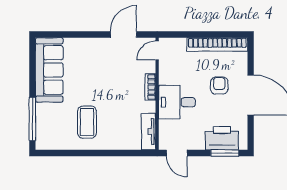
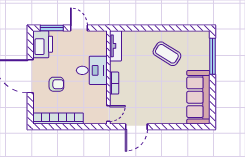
armchair: (219, 86) -> (56, 84), turned -90
coffee table: (87, 122) -> (167, 54), turned -58
printer: (222, 138) -> (43, 44), moved, turned -90
door: (177, 153) -> (79, 28), moved

